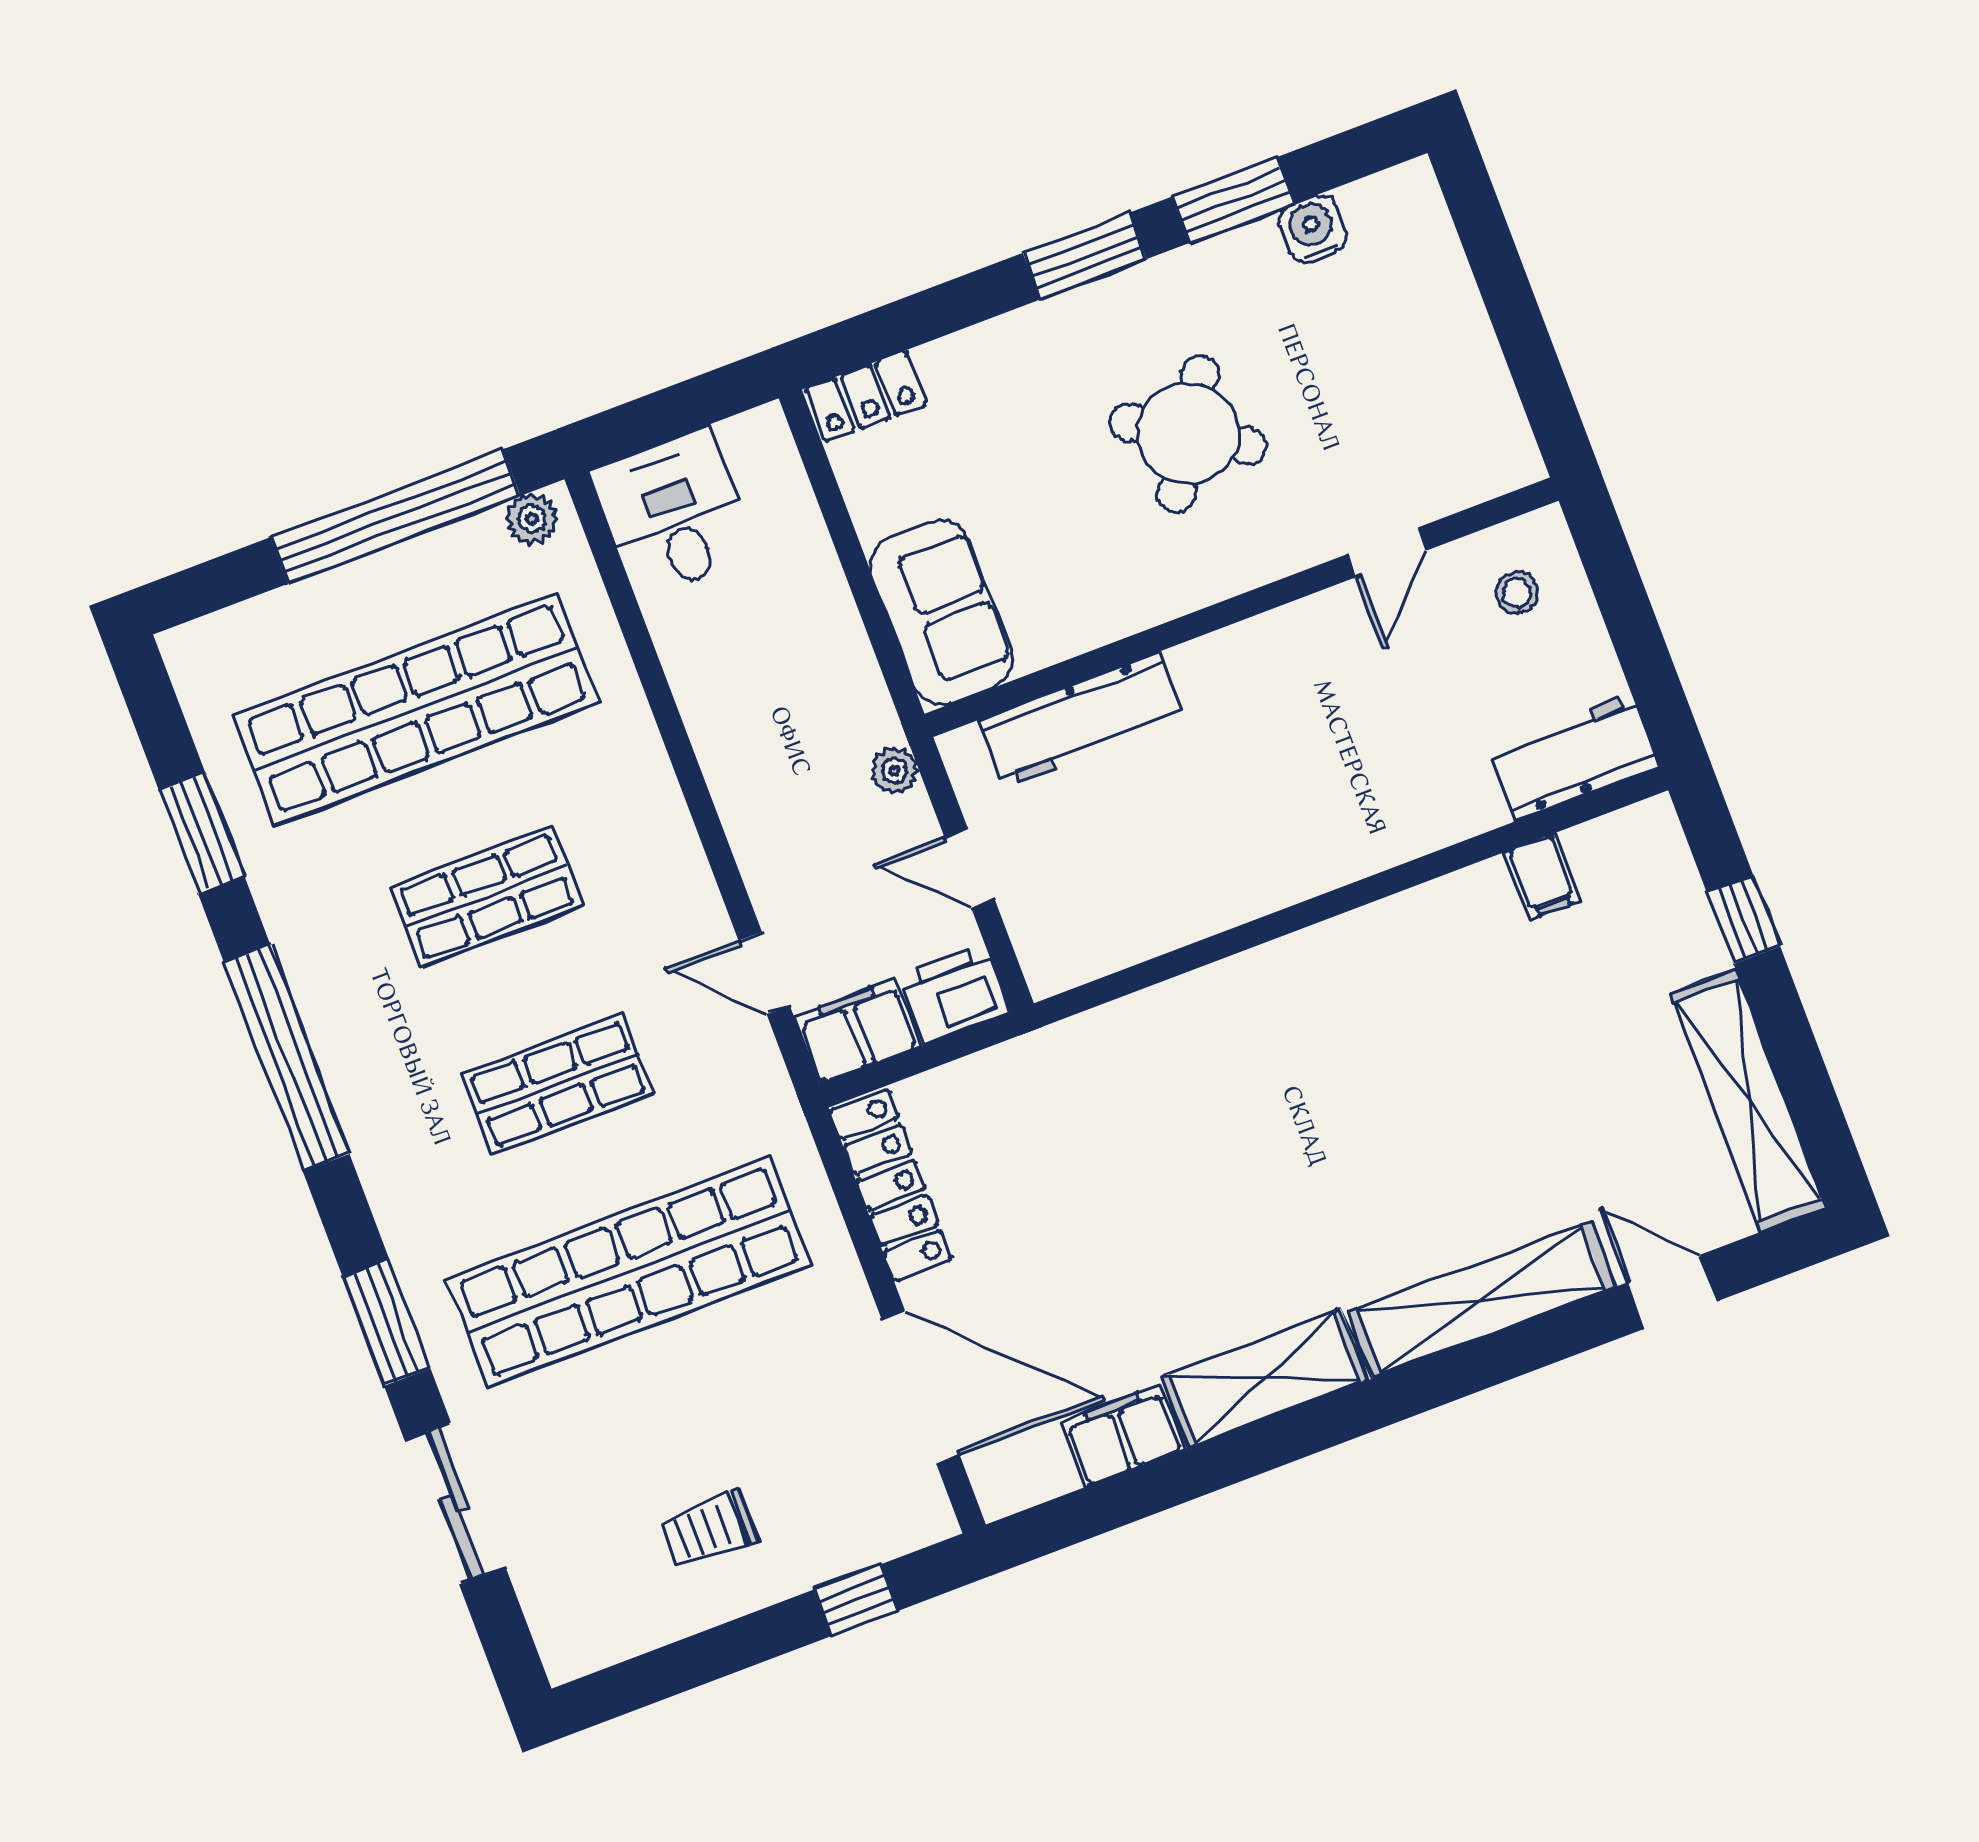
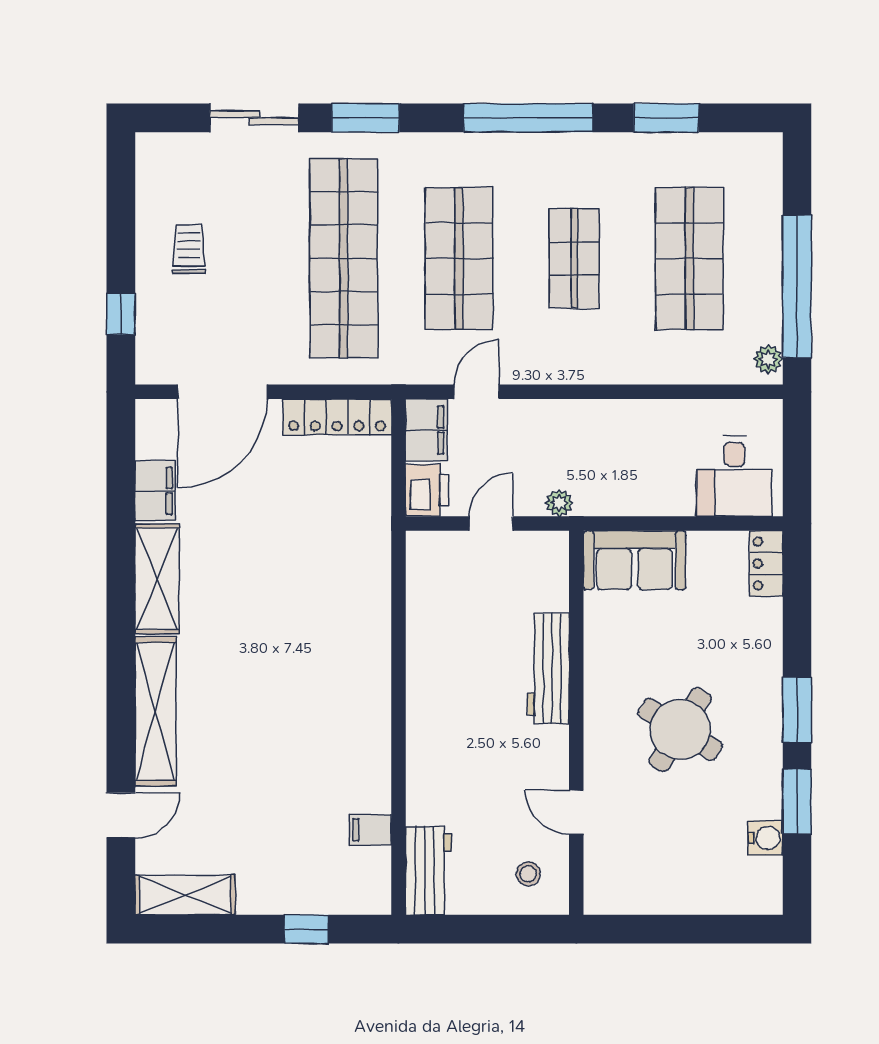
desk: (673, 513) -> (734, 476), moved, turned 90
shop shelf: (416, 709) -> (689, 258), width x0.71
workbench: (1082, 720) -> (548, 669), moved
shop shelf: (558, 1084) -> (459, 258), width x1.43, depth x1.36
shelving: (1748, 1100) -> (185, 895), width x0.68

